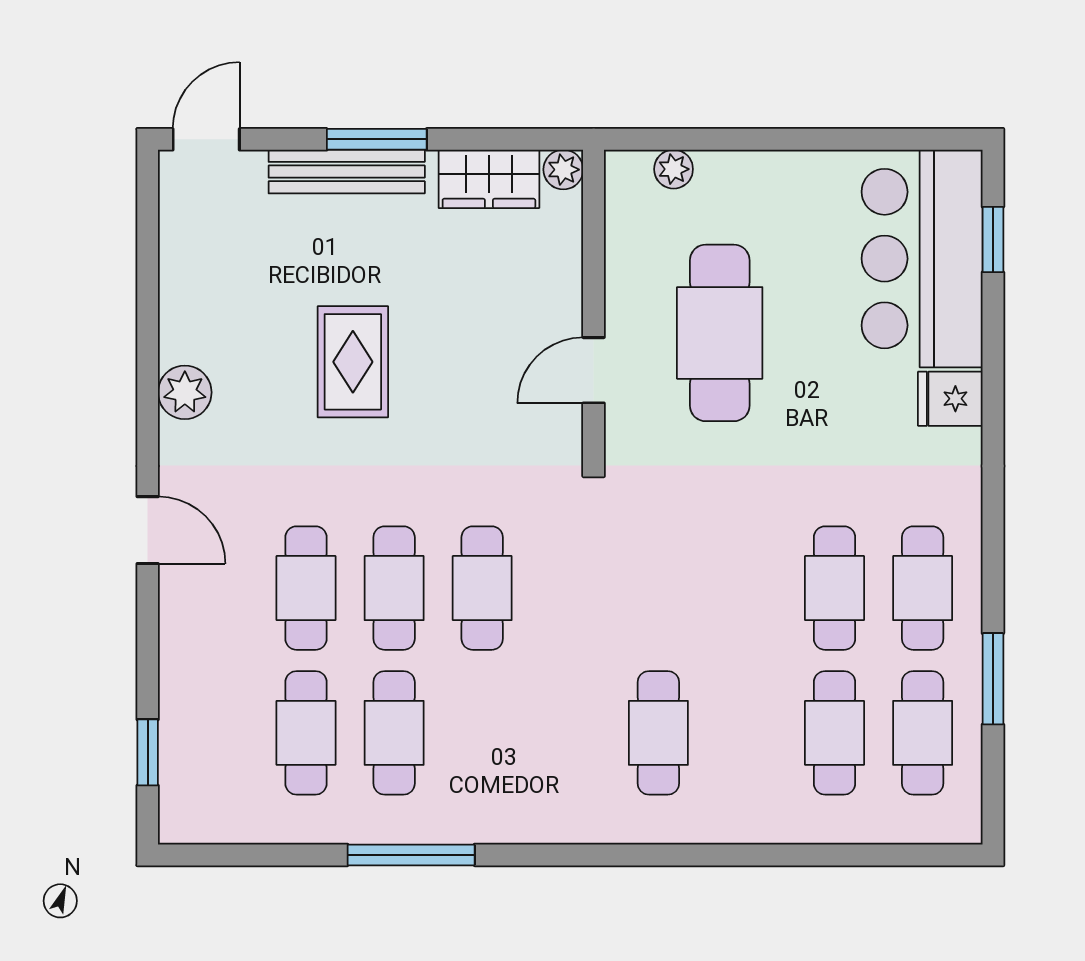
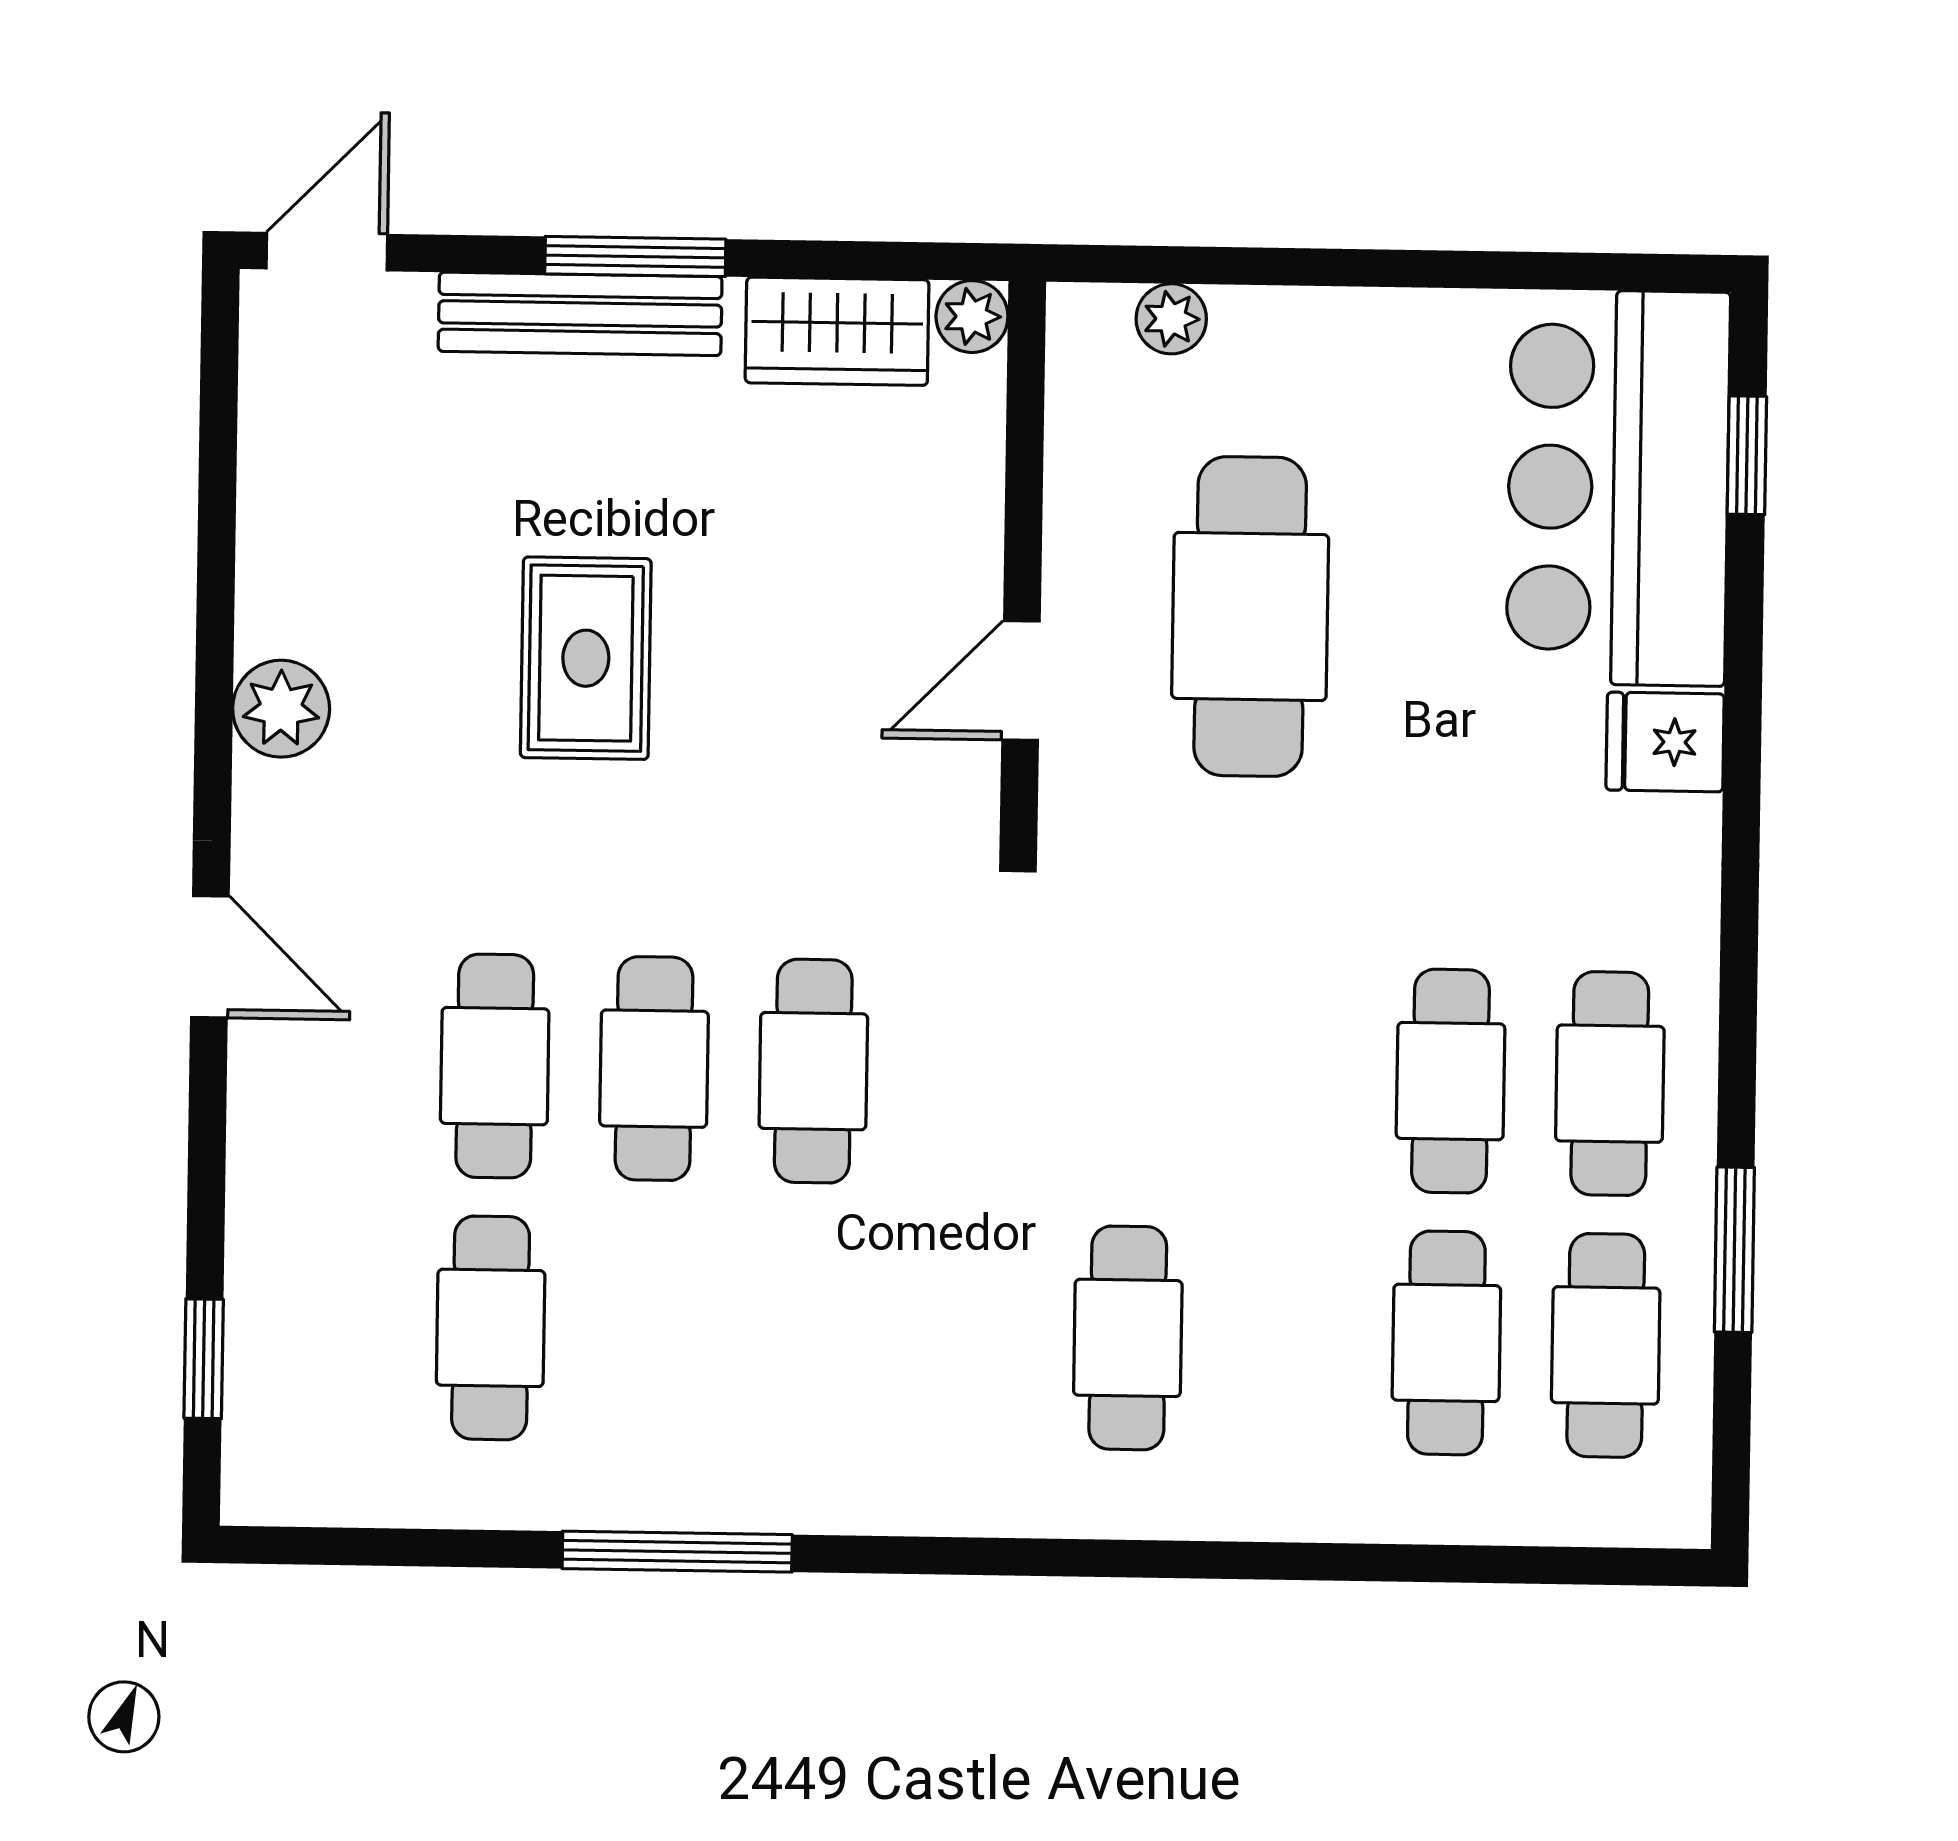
cafe table: (394, 733) -> (650, 1330), removed

